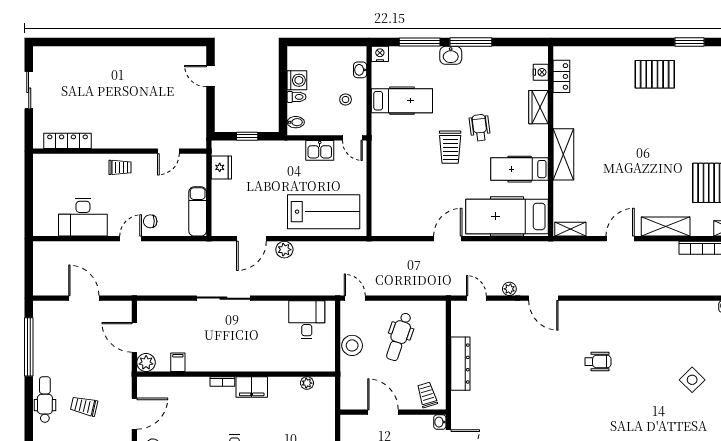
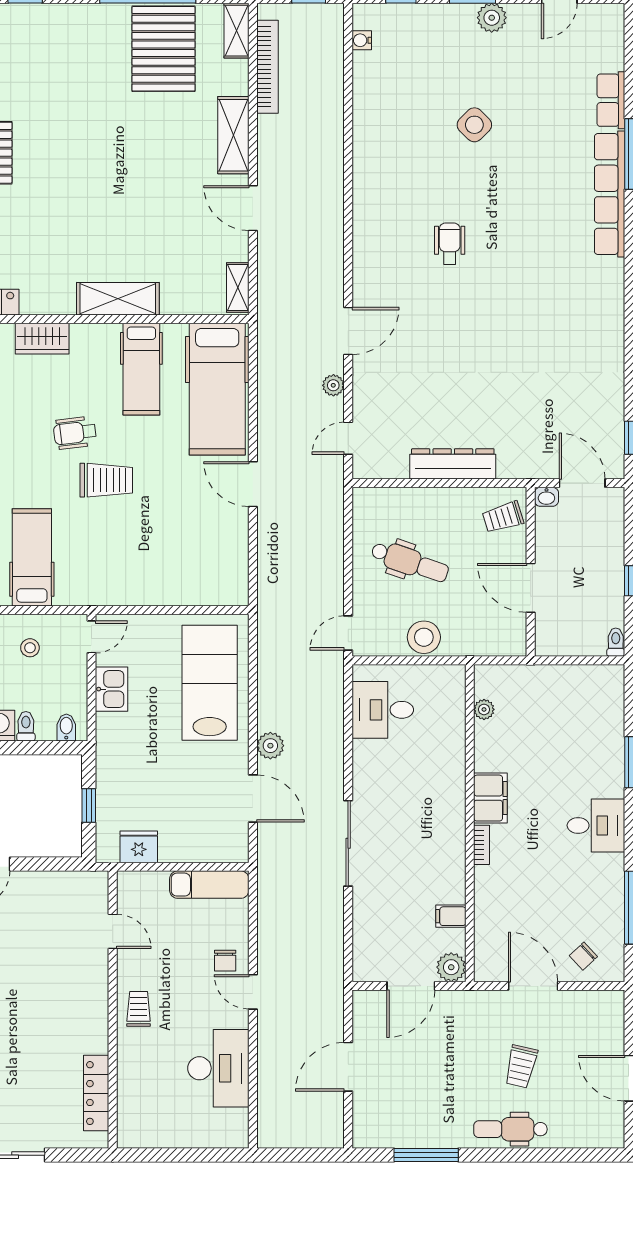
window: (29, 347) -> (426, 1155), width x0.68
side table: (692, 380) -> (474, 125), moved
door: (383, 412) -> (531, 588), hinge flipped

